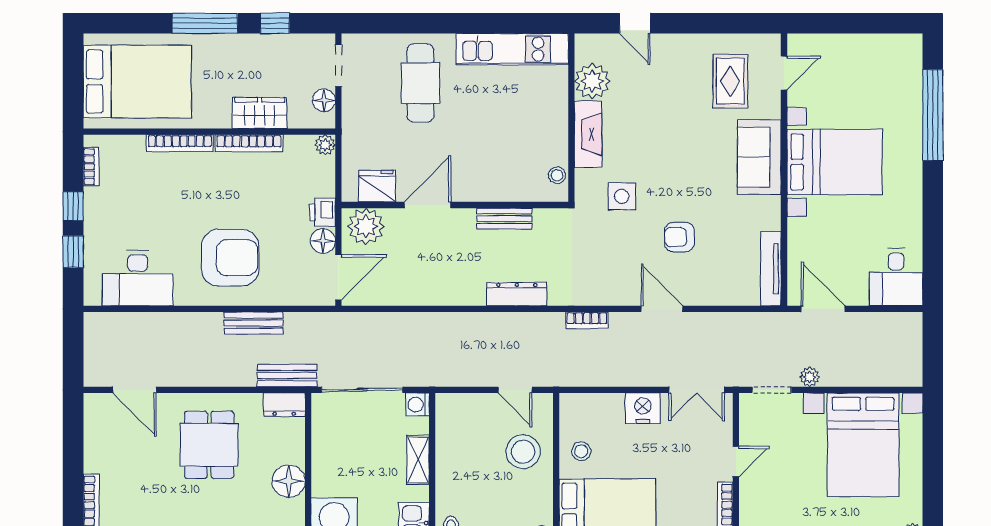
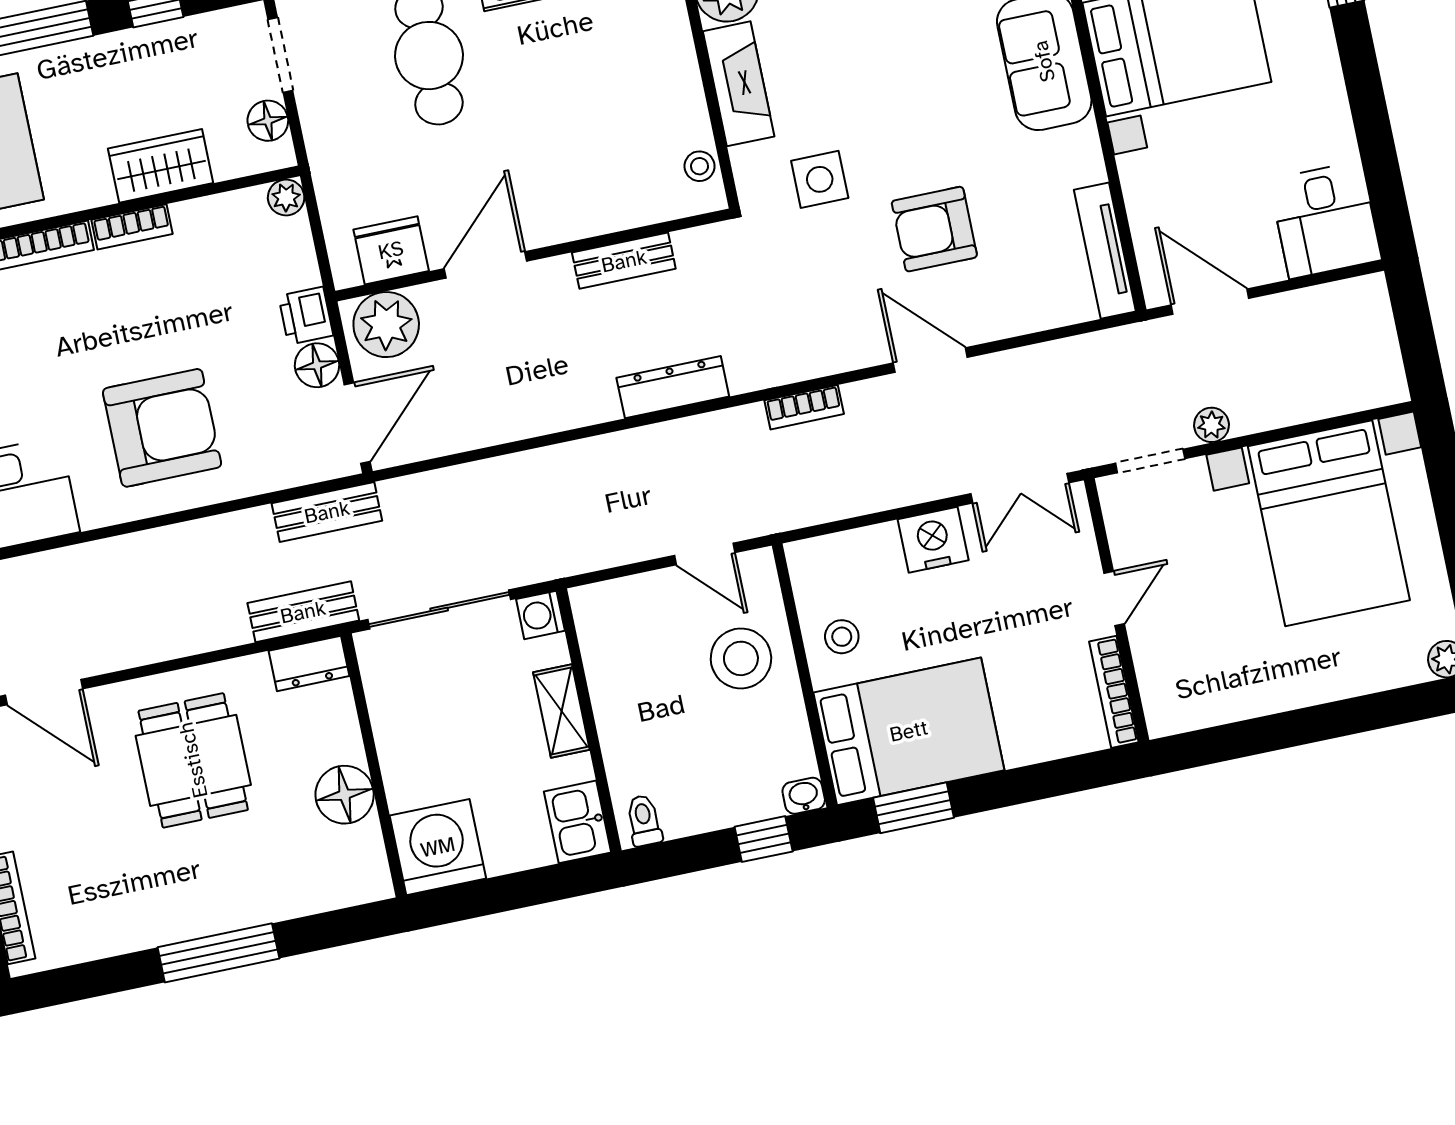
bookcase: (249, 143) -> (132, 227), width x0.64
armchair: (679, 237) -> (934, 229), width x1.38, depth x1.38
bench: (254, 323) -> (327, 512), moved

